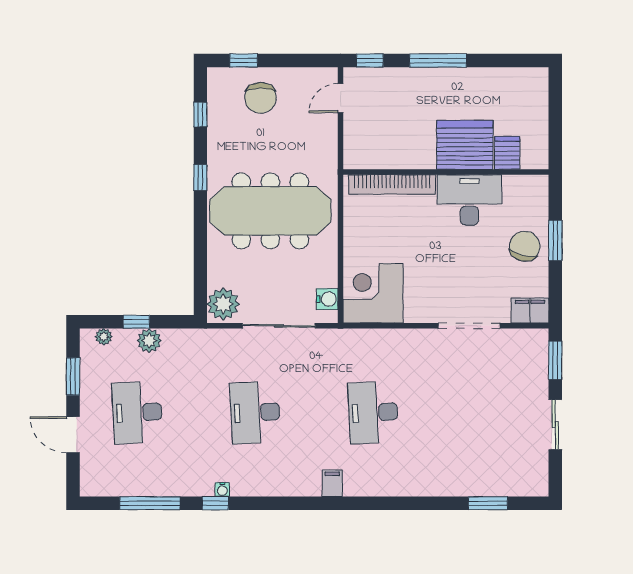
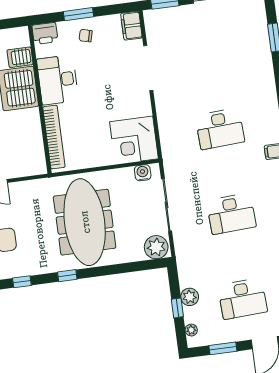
printer: (535, 191) -> (45, 33), added
chair: (525, 246) -> (86, 36), width x0.54, depth x0.54

